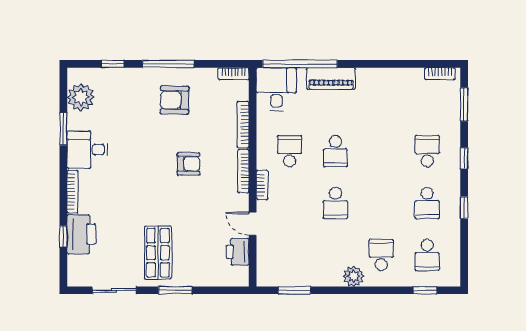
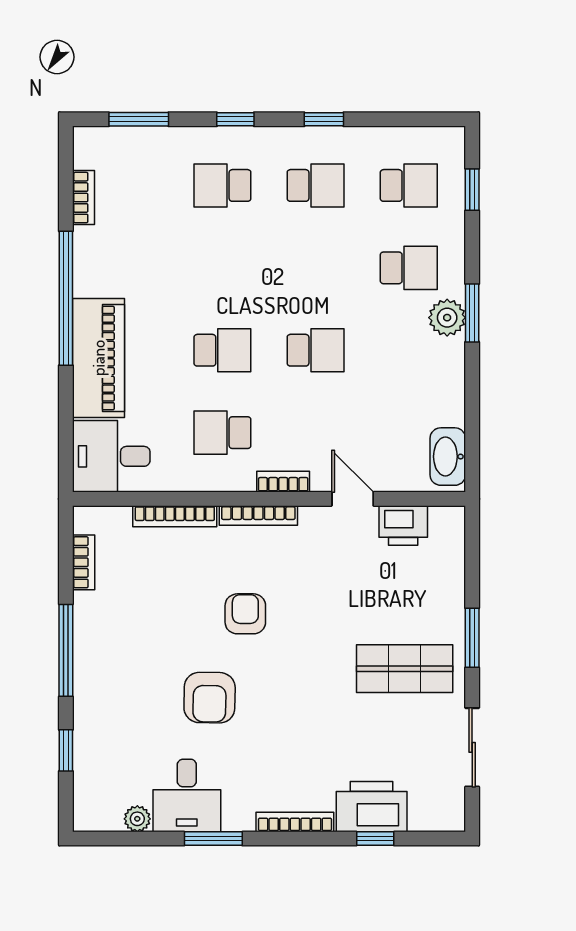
window: (300, 64) -> (66, 298), moved
bookcase: (234, 74) -> (84, 562), moved
bookcase: (440, 74) -> (83, 198), moved
piano: (331, 78) -> (98, 358), width x1.37, depth x1.33
plant: (81, 97) -> (137, 819), width x0.53, depth x0.53
armchair: (175, 100) -> (210, 698), moved
window: (63, 129) -> (213, 839), moved
desk: (87, 150) -> (187, 796), moved
door: (253, 224) -> (353, 499), swing flipped
school desk: (381, 255) -> (409, 268), turned 180
washbasin: (276, 277) -> (448, 457), added
window: (294, 290) -> (472, 313), moved

